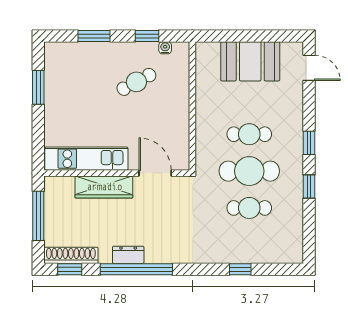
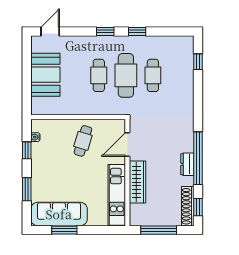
sofa: (60, 80) -> (59, 214), added
cafe table: (136, 82) -> (83, 141), moved, turned 45
window: (240, 269) -> (198, 62), moved

